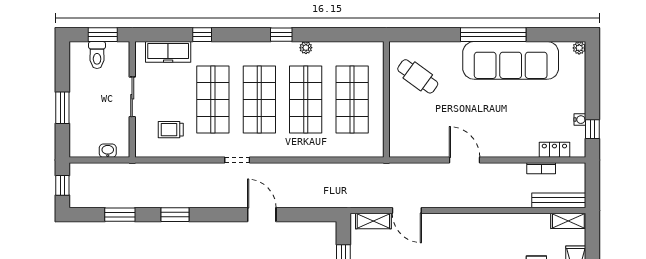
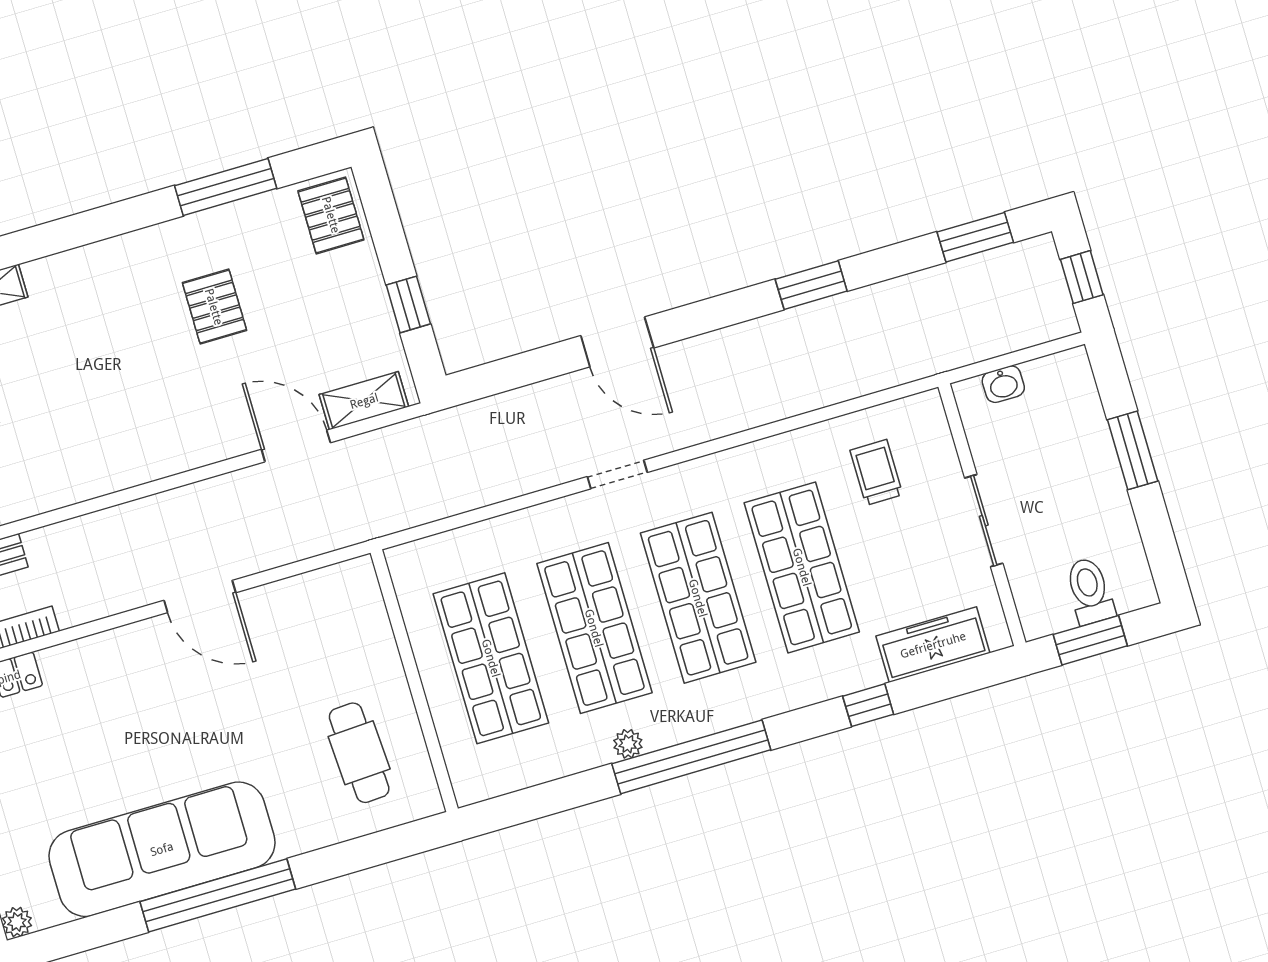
window: (281, 35) -> (691, 757), width x3.17
cafe table: (418, 76) -> (359, 753), turned 51
trolley: (171, 130) -> (876, 472), turned -90
doorway: (237, 160) -> (617, 474), moved
window: (120, 215) -> (975, 237), moved

